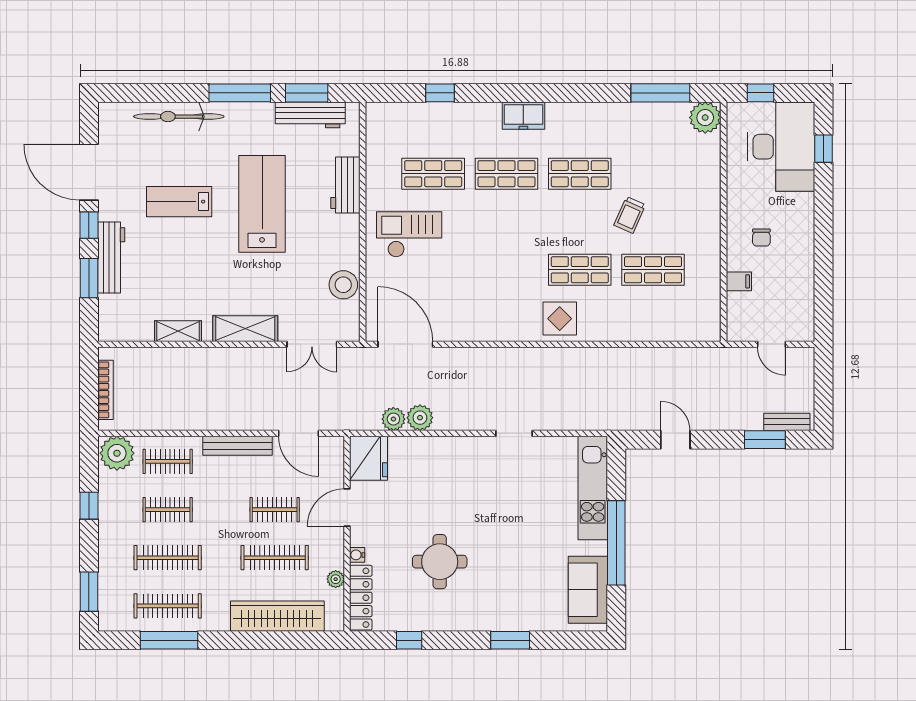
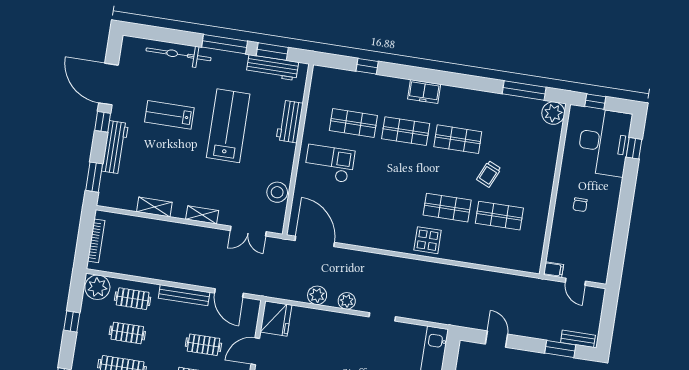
window: (89, 278) -> (94, 177), moved
filing cabinet: (739, 281) -> (554, 270), moved
shelving: (245, 329) -> (202, 215), width x0.67, depth x0.75
plant: (393, 419) -> (347, 301), moved

